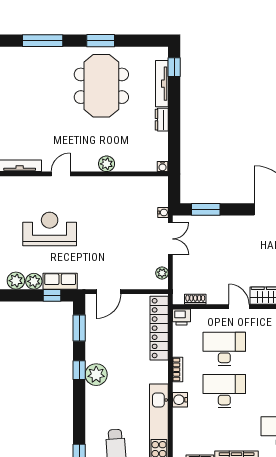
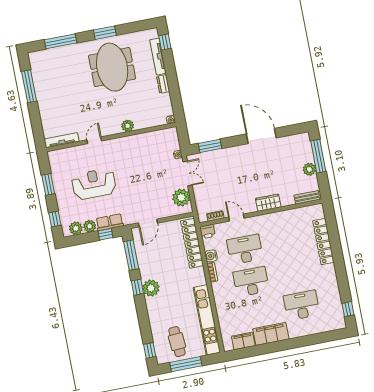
plant: (162, 273) -> (181, 198), width x1.88, depth x1.88
door: (239, 307) -> (236, 218), moved
window: (79, 328) -> (131, 255), width x1.44
water cooler: (180, 400) -> (211, 256), moved

